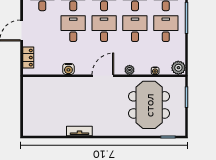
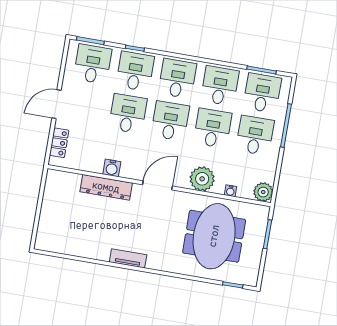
plant: (130, 70) -> (202, 179), width x1.88, depth x1.88
dresser: (67, 83) -> (106, 187), added
tv unit: (79, 131) -> (128, 258), moved

